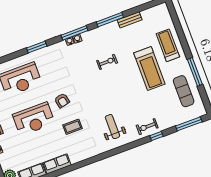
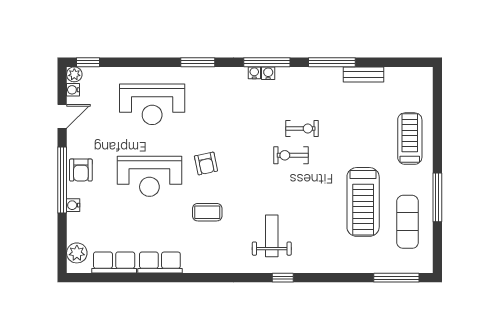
treadmill: (149, 68) -> (363, 202), moved
exercise bike: (147, 127) -> (291, 155), moved
window: (156, 136) -> (283, 278), moved

